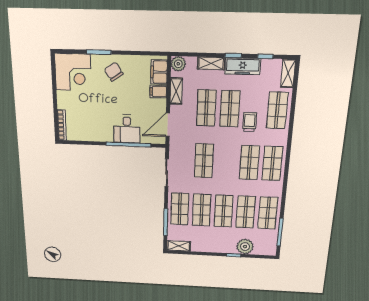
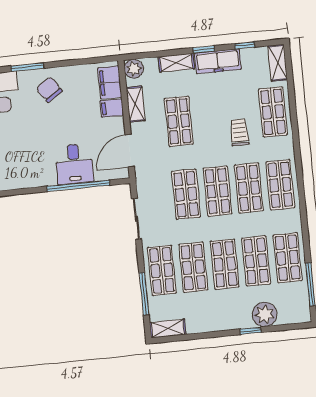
shop shelf: (230, 109) -> (217, 191), moved

